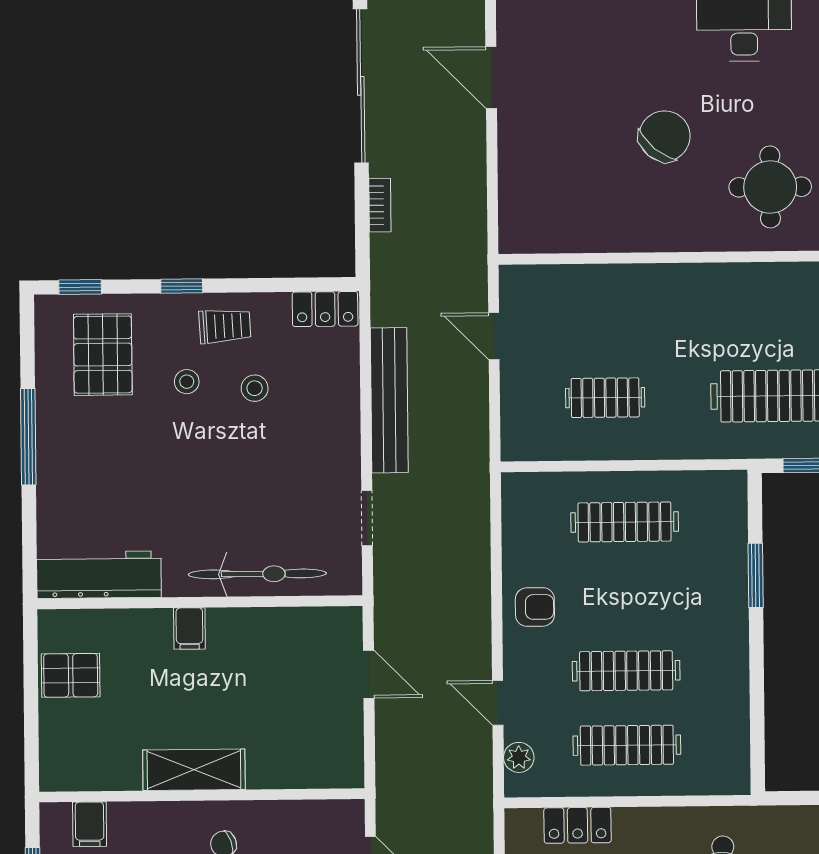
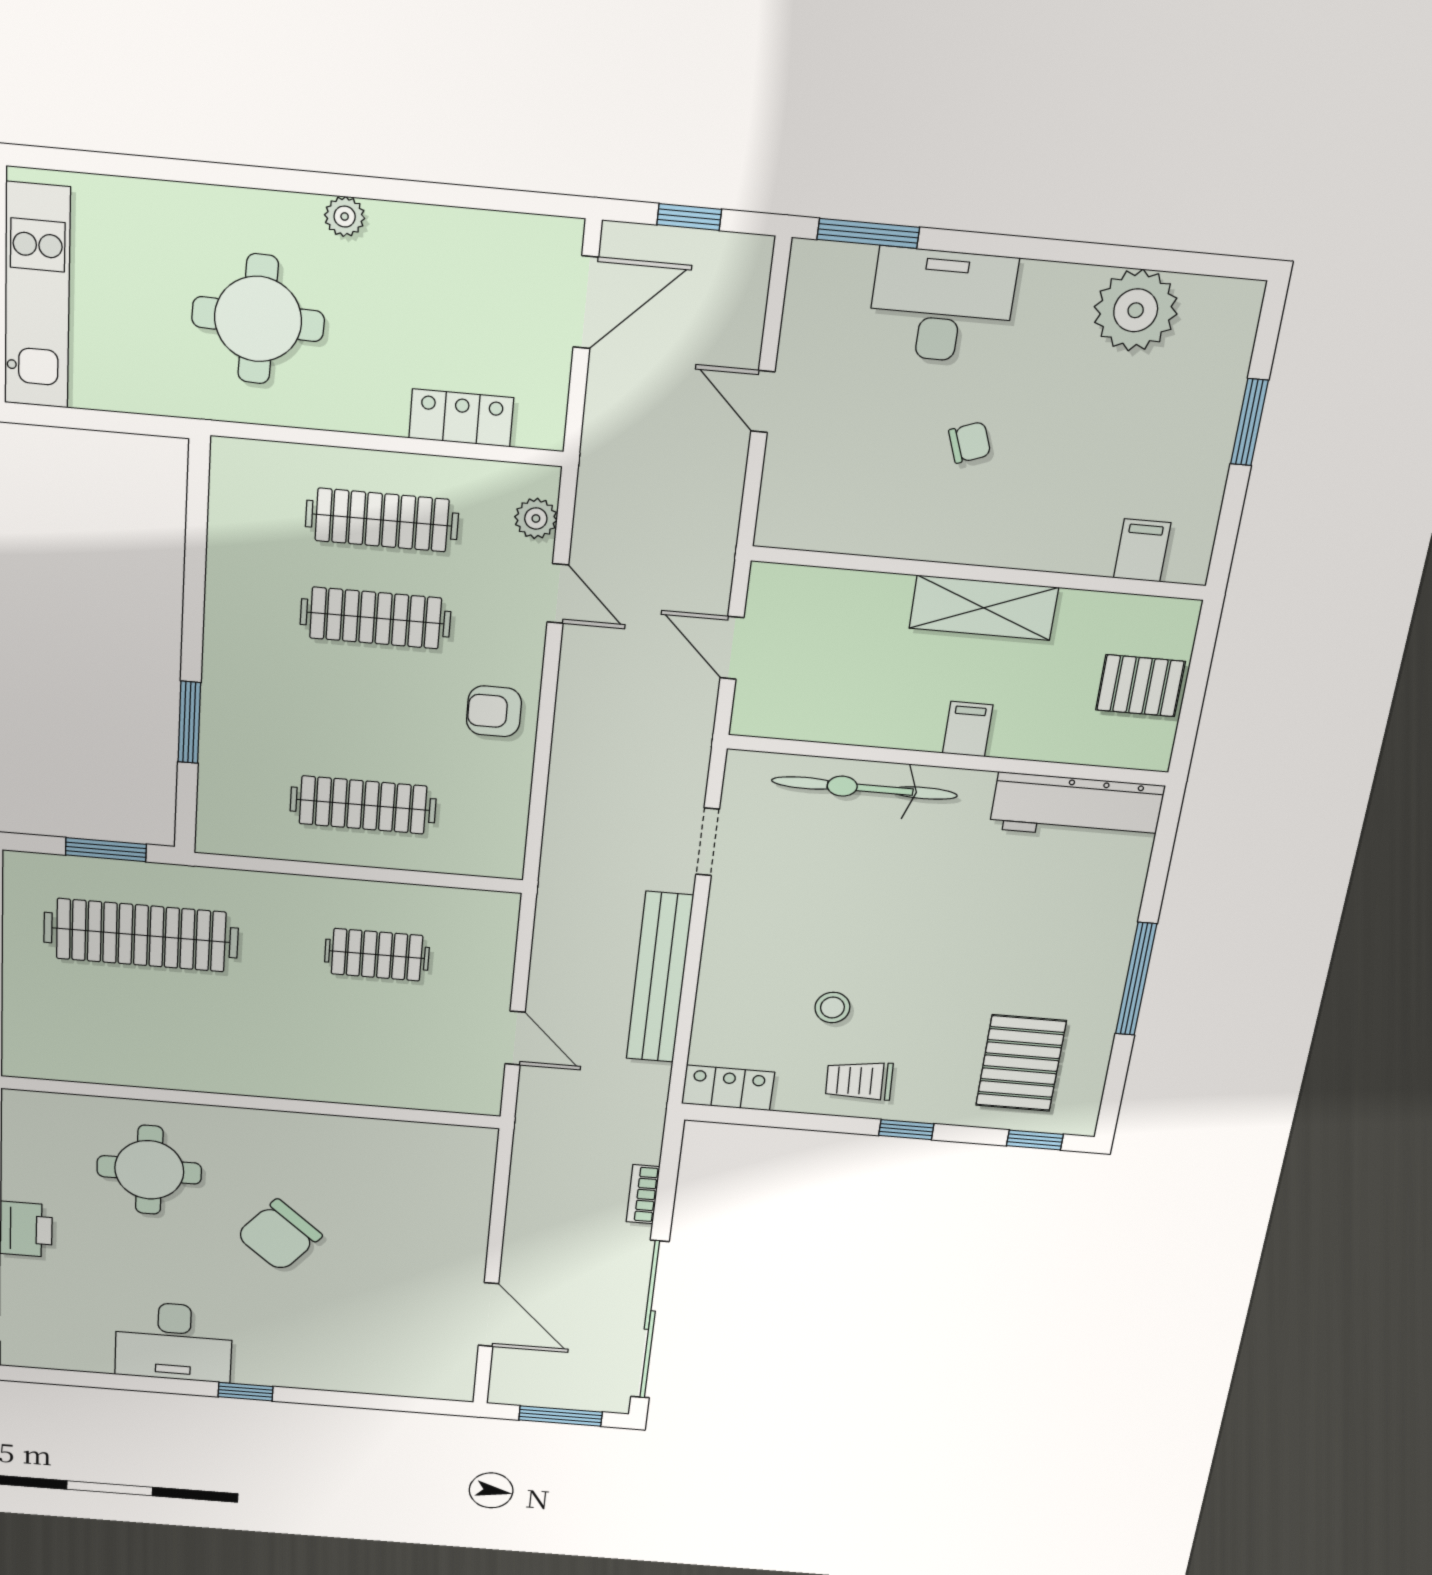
stool: (187, 382) -> (919, 1023), removed
shelving: (194, 770) -> (984, 608), moved
wall: (202, 795) -> (979, 573), moved
filing cabinet: (90, 824) -> (1142, 550), moved

